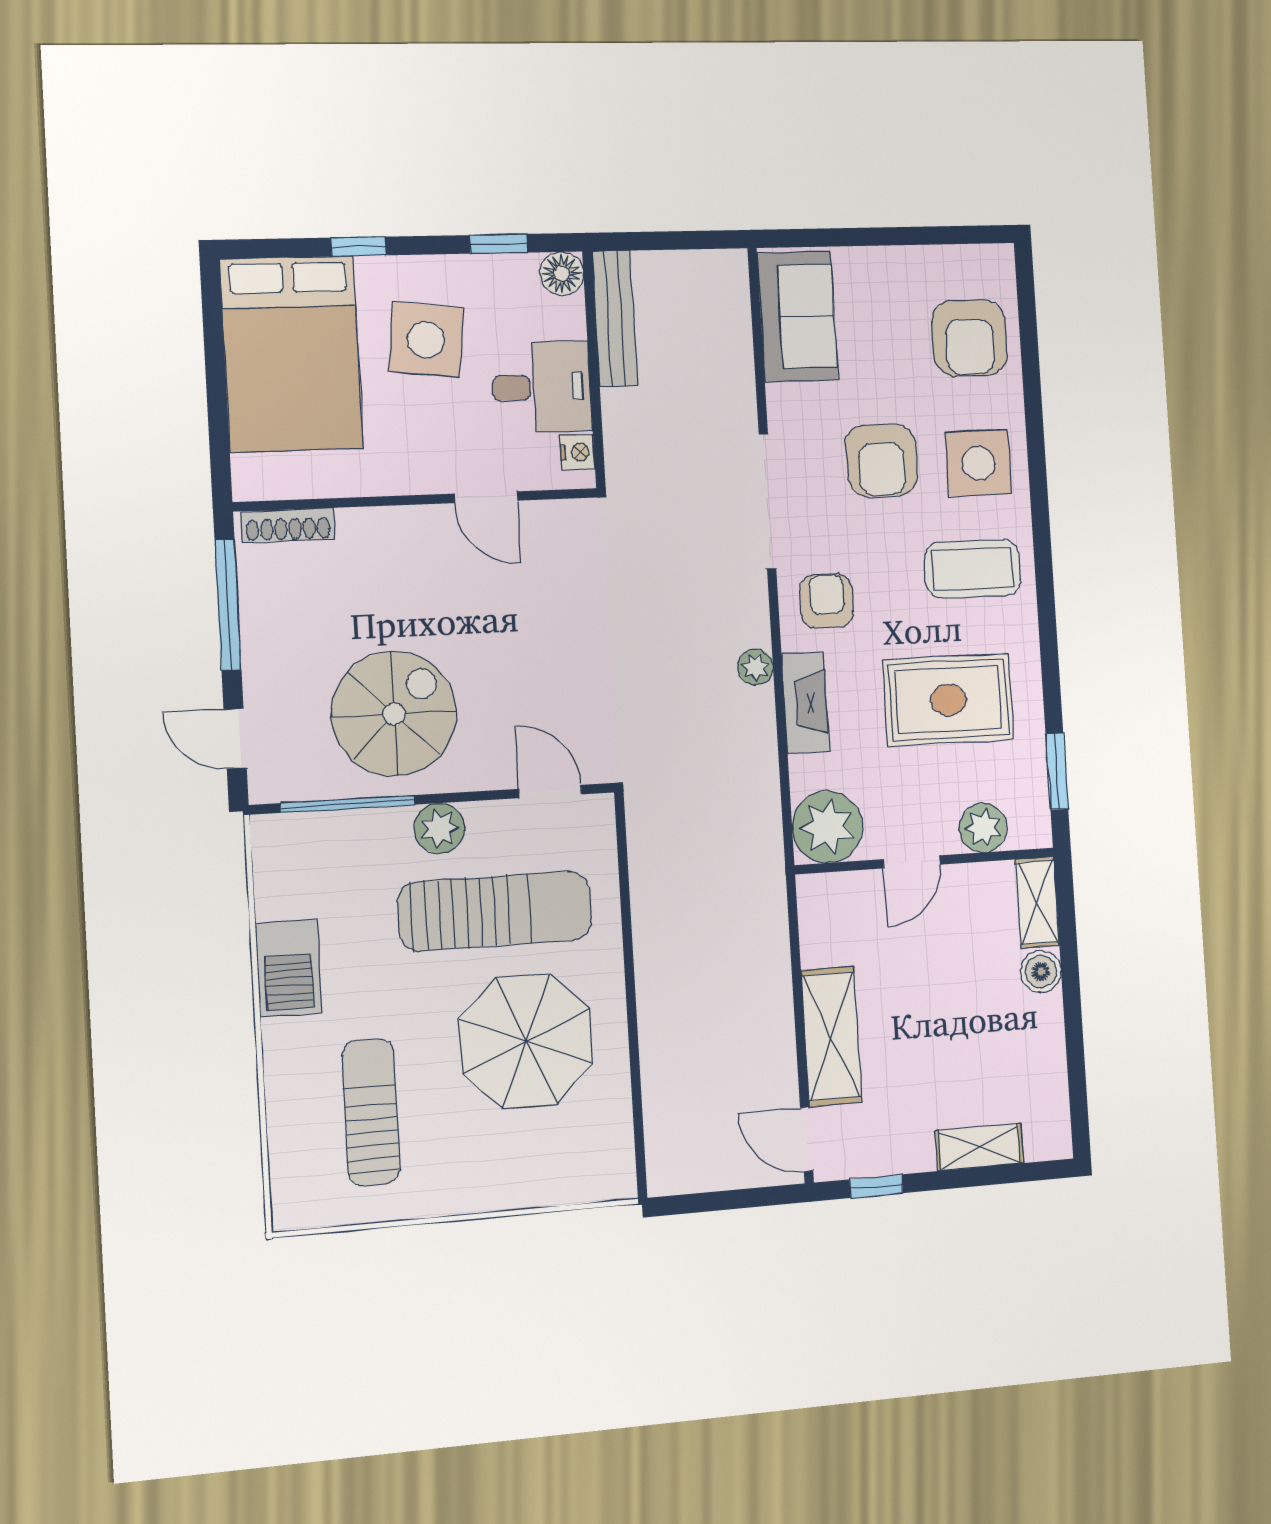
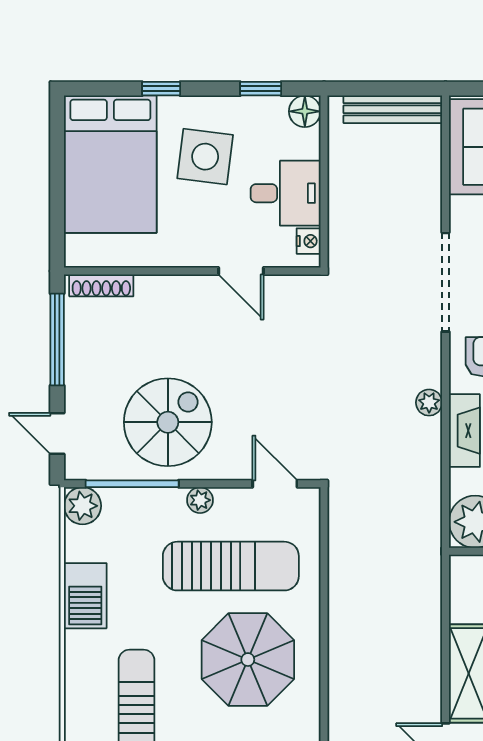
bench: (615, 318) -> (393, 109), moved, turned 90
plant: (440, 828) -> (200, 500), width x0.73, depth x0.73
plant: (278, 840) -> (83, 506), added

